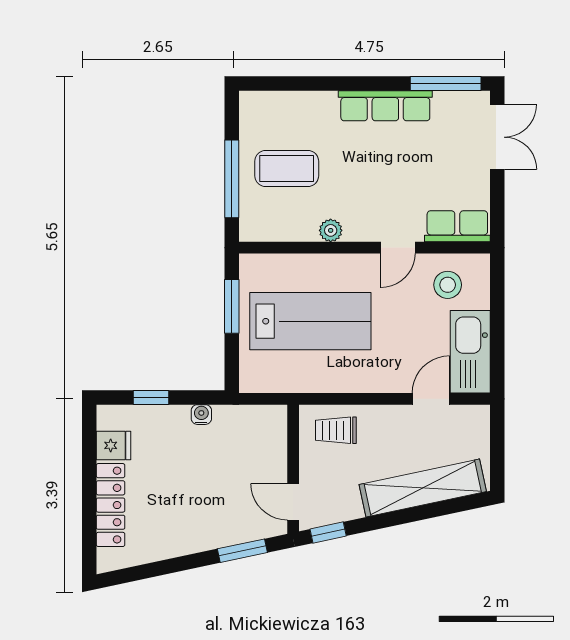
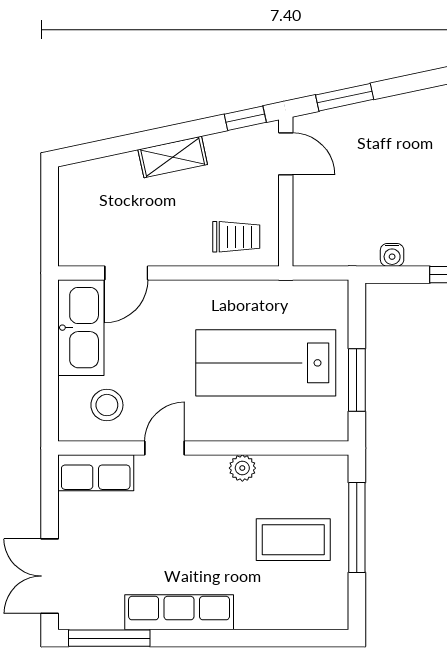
shelving: (423, 488) -> (173, 157), width x0.45, depth x0.75

